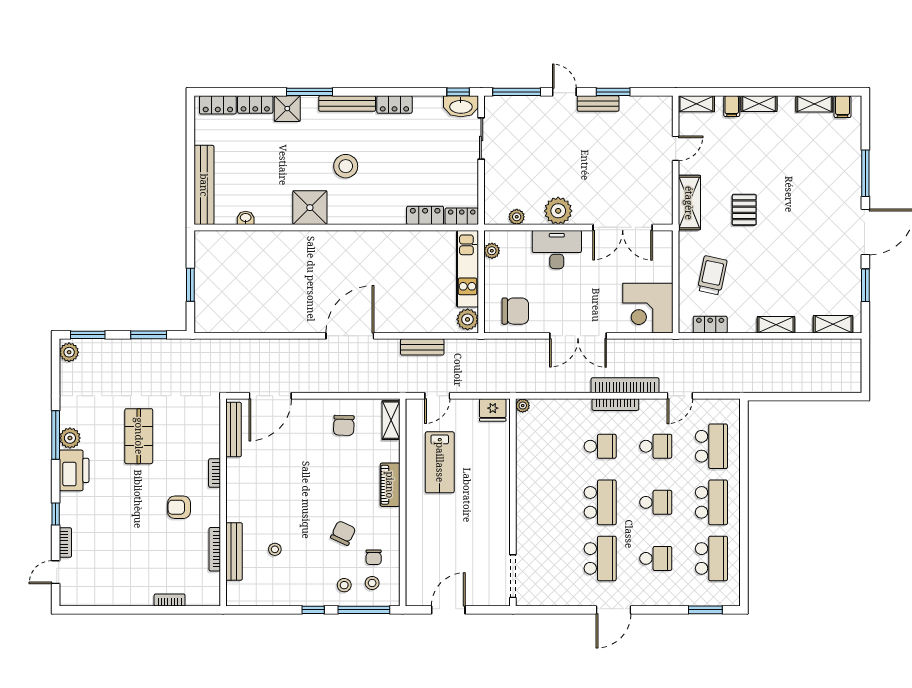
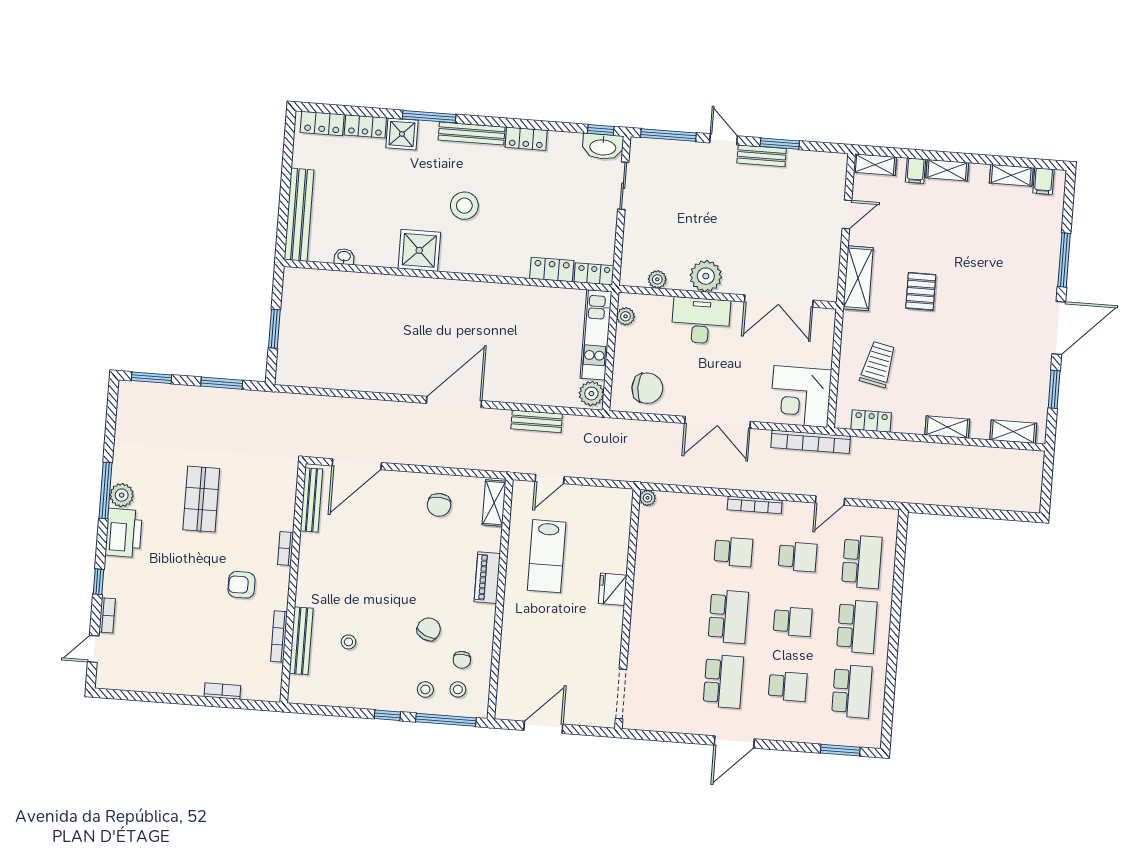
plant: (69, 352) -> (128, 396), removed
bookcase: (625, 385) -> (811, 442), moved, turned 180
fridge: (493, 410) -> (613, 589), moved, turned 90

